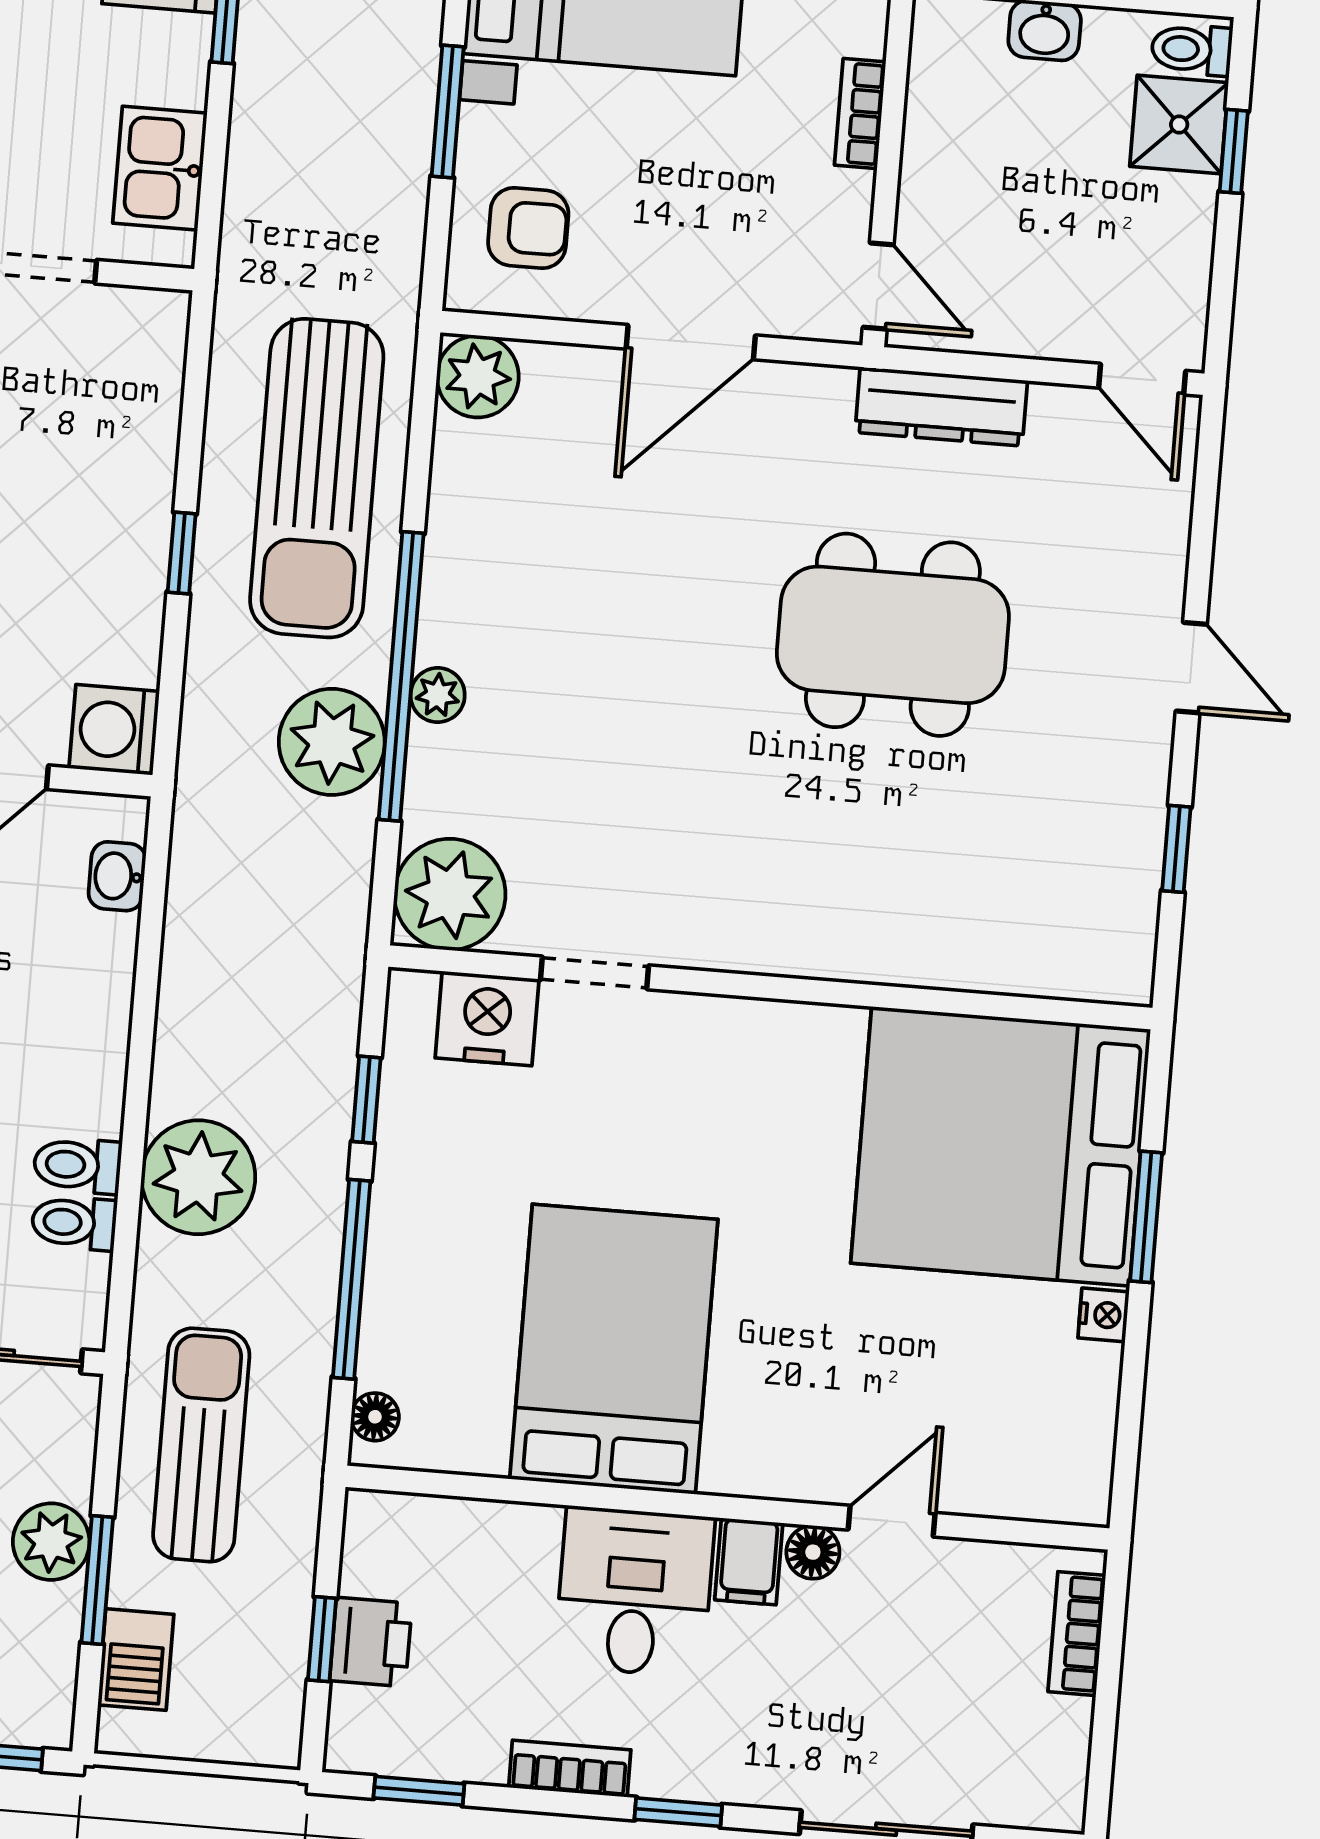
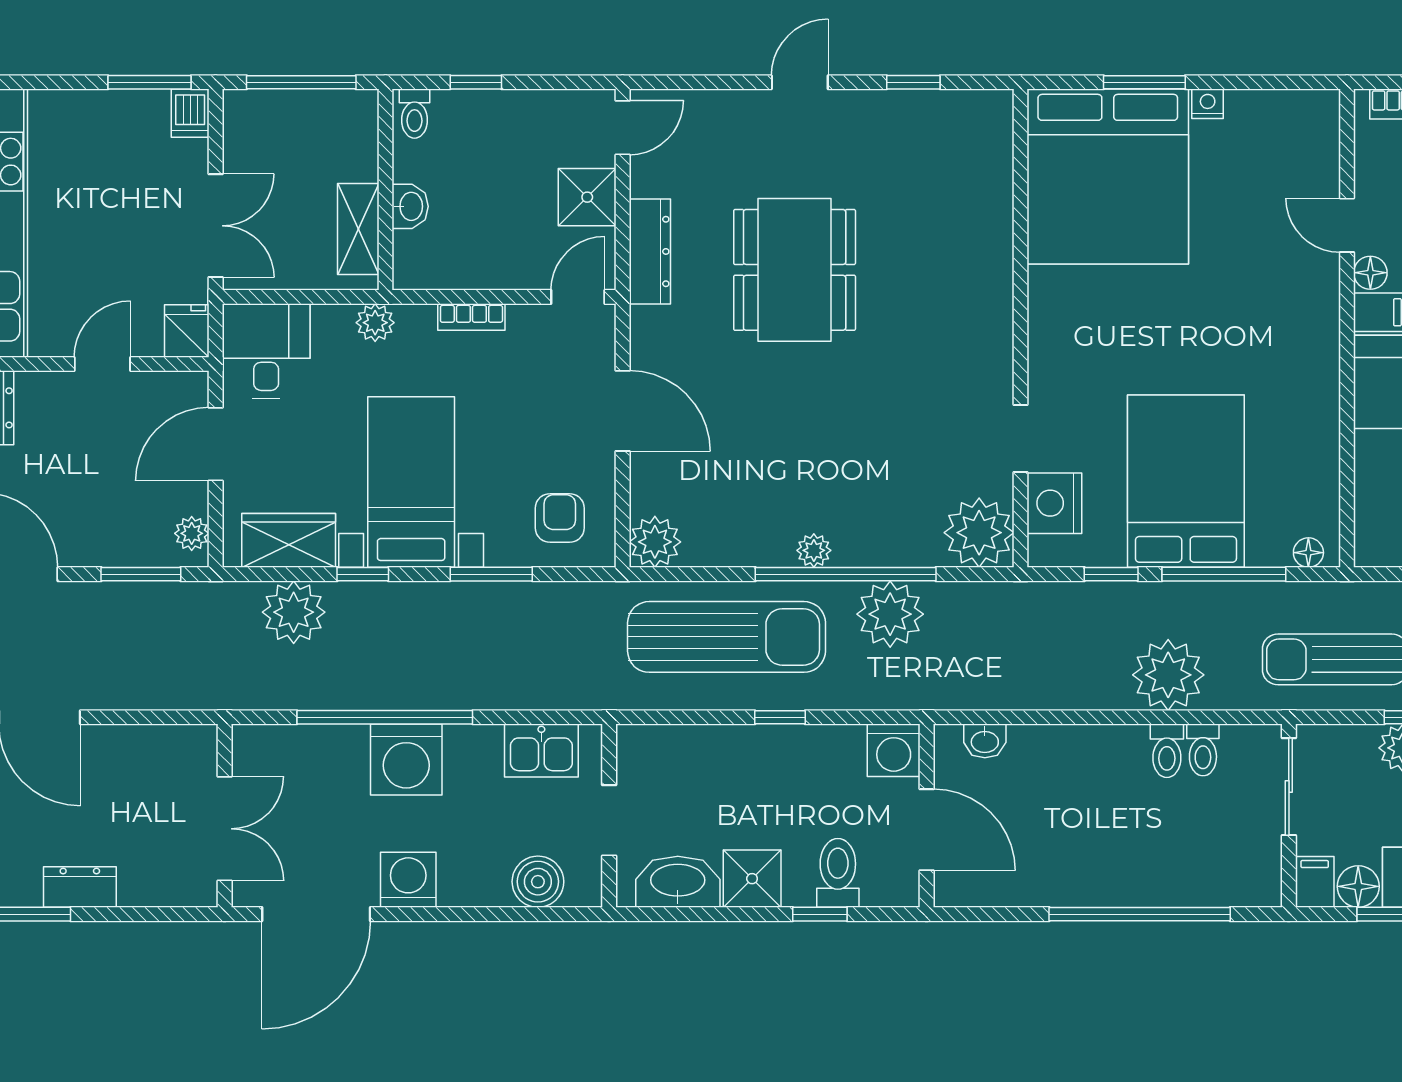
shower: (1179, 124) -> (587, 197), moved
plant: (438, 695) -> (814, 550), moved
bed: (614, 1349) -> (1186, 481), moved, turned 90

